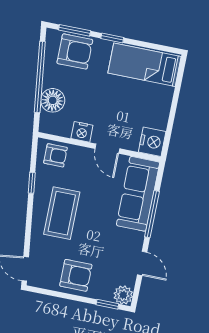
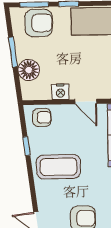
window: (40, 77) -> (13, 52), width x0.47
coffee table: (62, 213) -> (59, 167), turned 90

